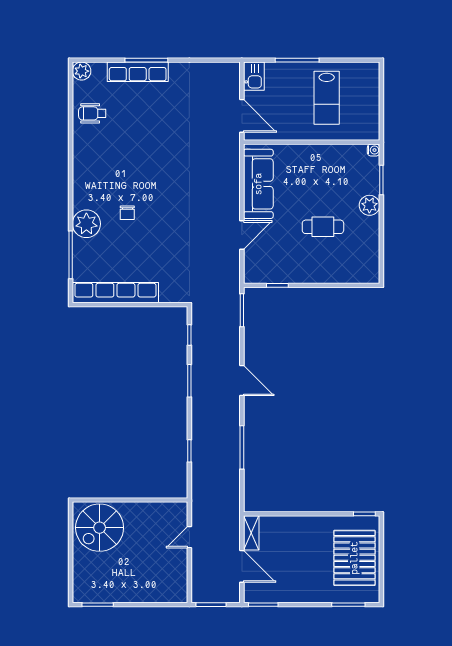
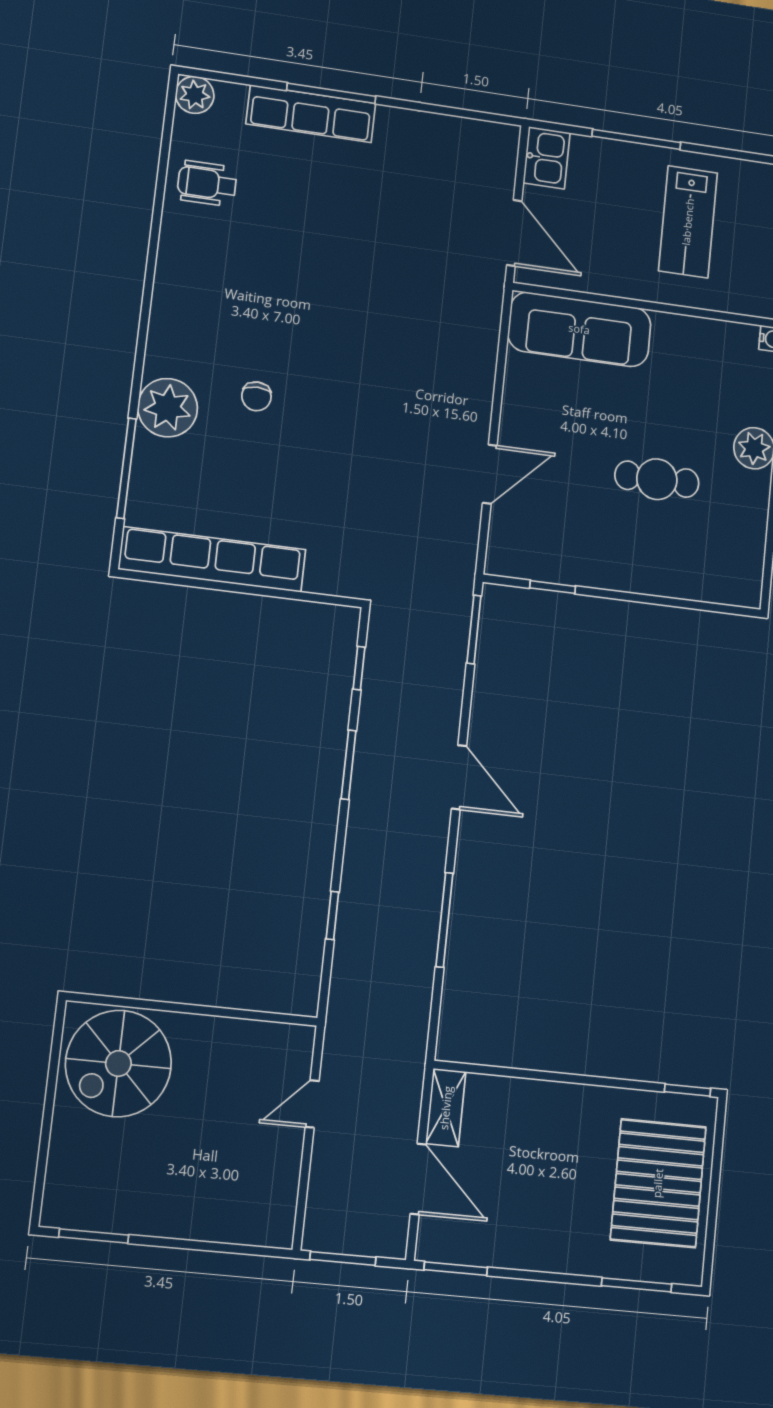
sofa: (258, 184) -> (579, 329), moved, turned 90

